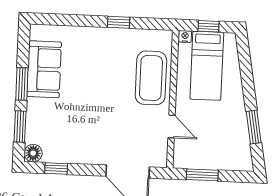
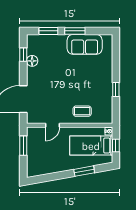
coffee table: (151, 78) -> (82, 111), width x0.54, depth x0.58
window: (254, 127) -> (84, 171), moved
floor lamp: (33, 153) -> (32, 61), moved

